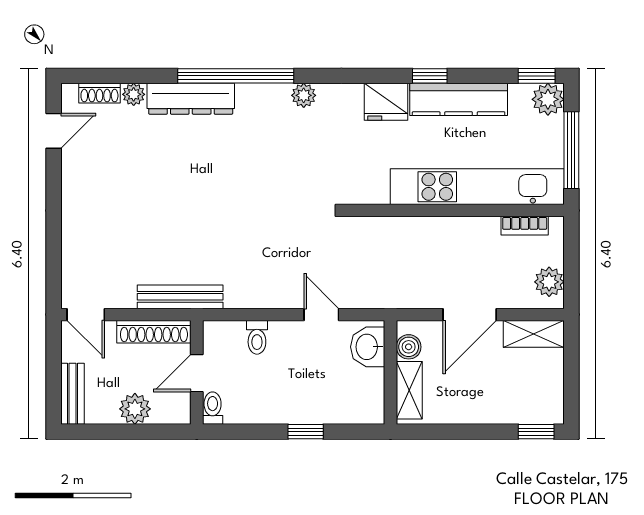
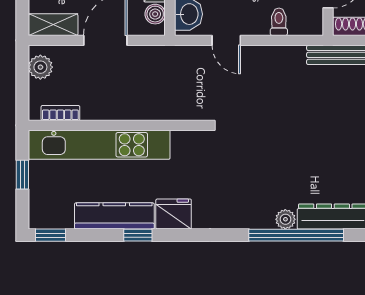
plant: (304, 95) -> (285, 219), moved
plant: (548, 99) -> (41, 216), removed
window: (571, 150) -> (22, 175), width x0.46

